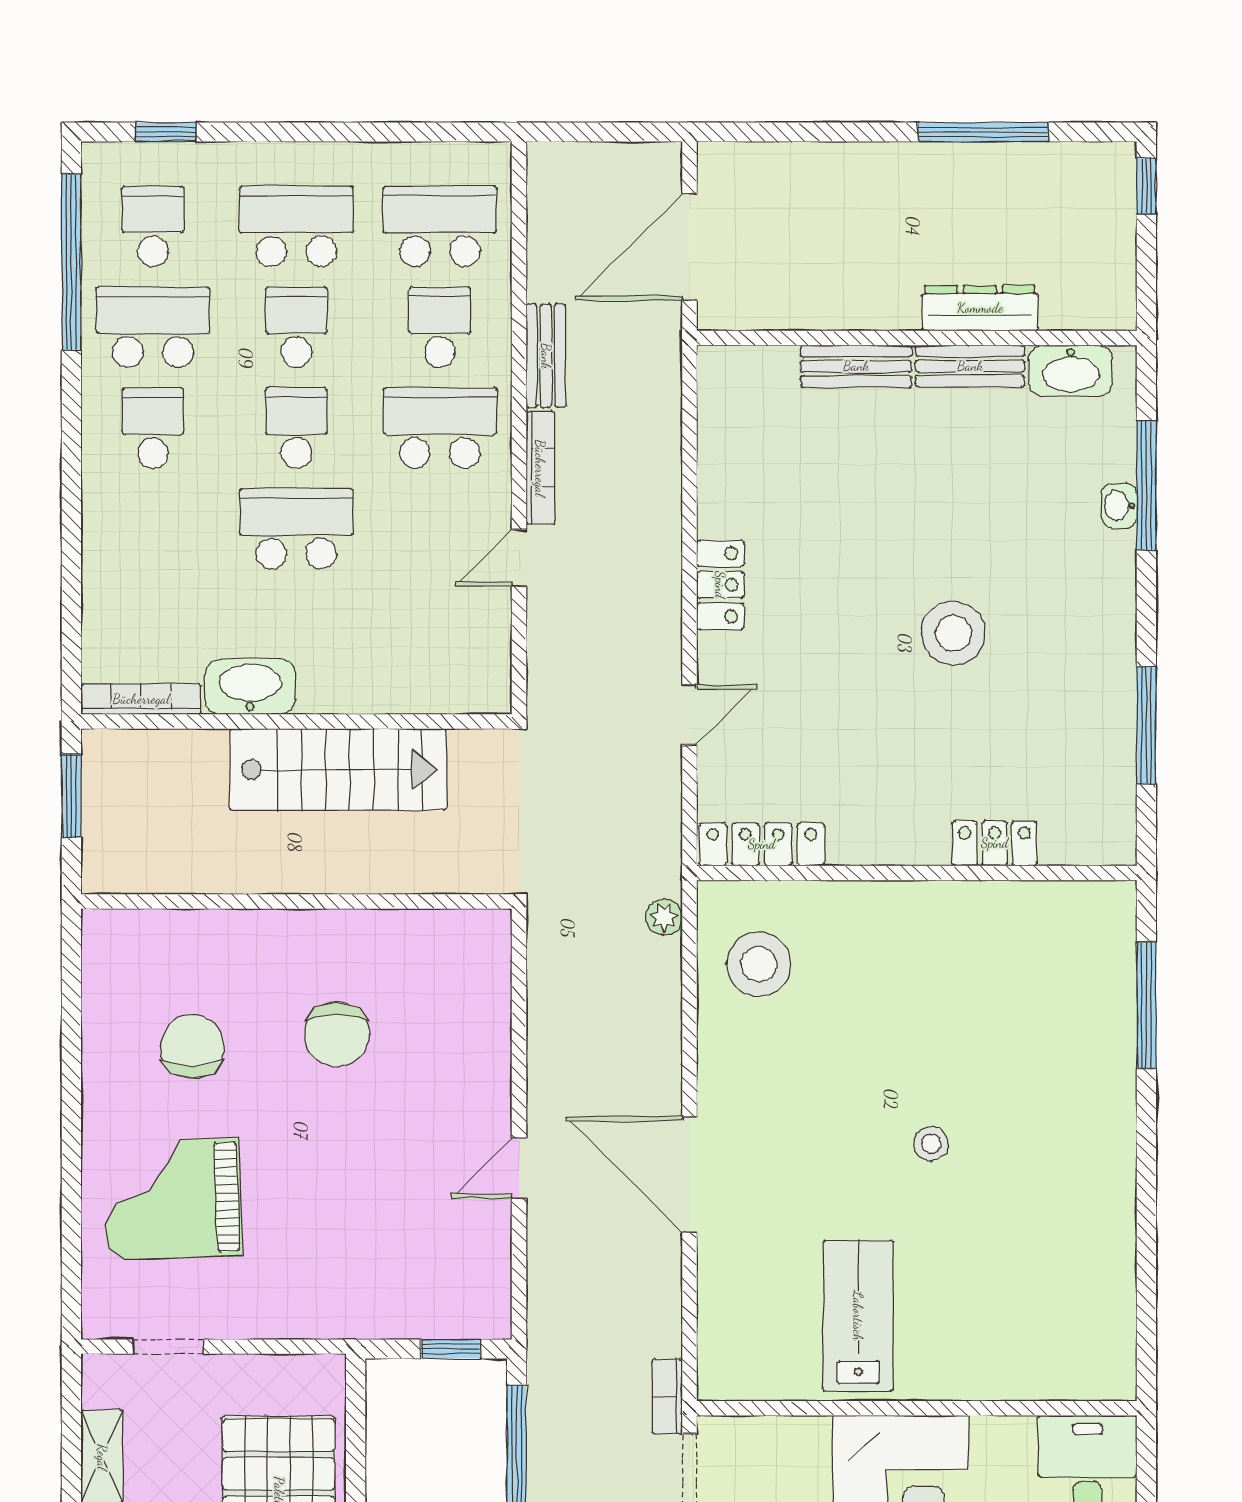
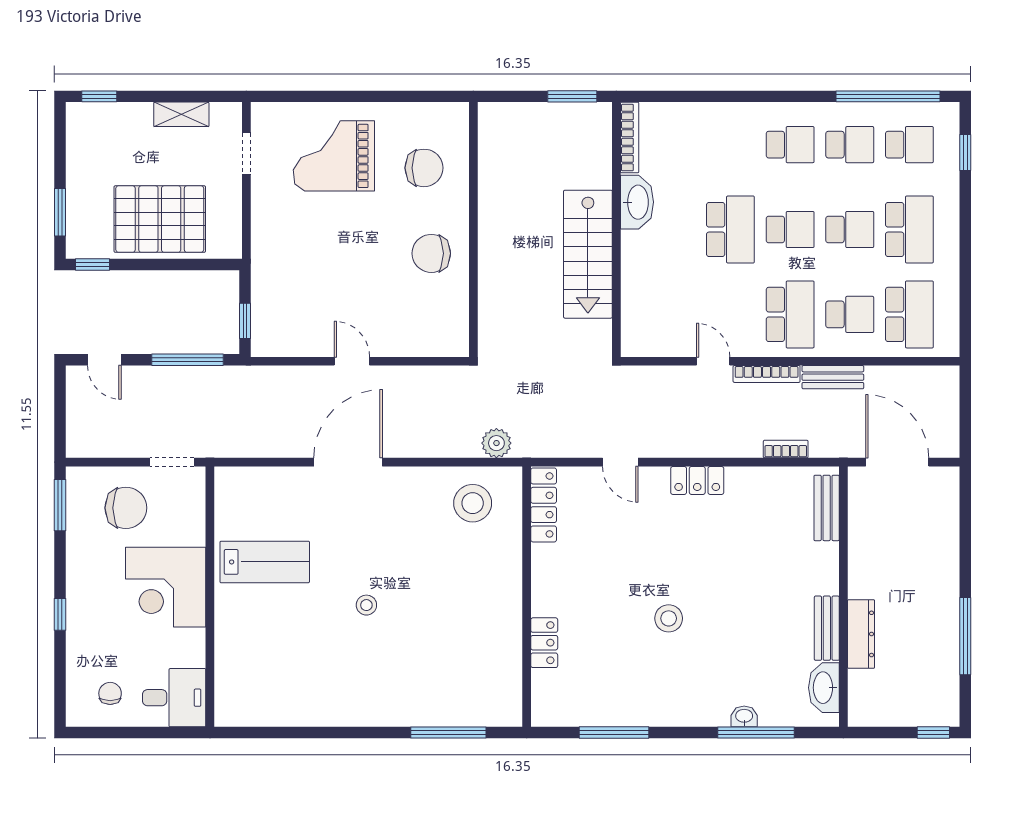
school desk: (153, 327) -> (850, 145), width x0.54
bench: (856, 366) -> (827, 508), moved
stool: (953, 633) -> (669, 618), width x0.73, depth x0.73
wall: (296, 902) -> (473, 230), moved
plant: (664, 917) -> (496, 443), width x1.38, depth x1.38
grand piano: (172, 1199) -> (334, 156), turned -88
bookcase: (667, 1397) -> (786, 449), moved

